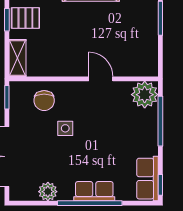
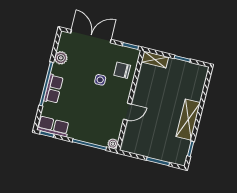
pallet: (25, 18) -> (180, 71), removed
plant: (145, 95) -> (113, 144), width x0.53, depth x0.53

